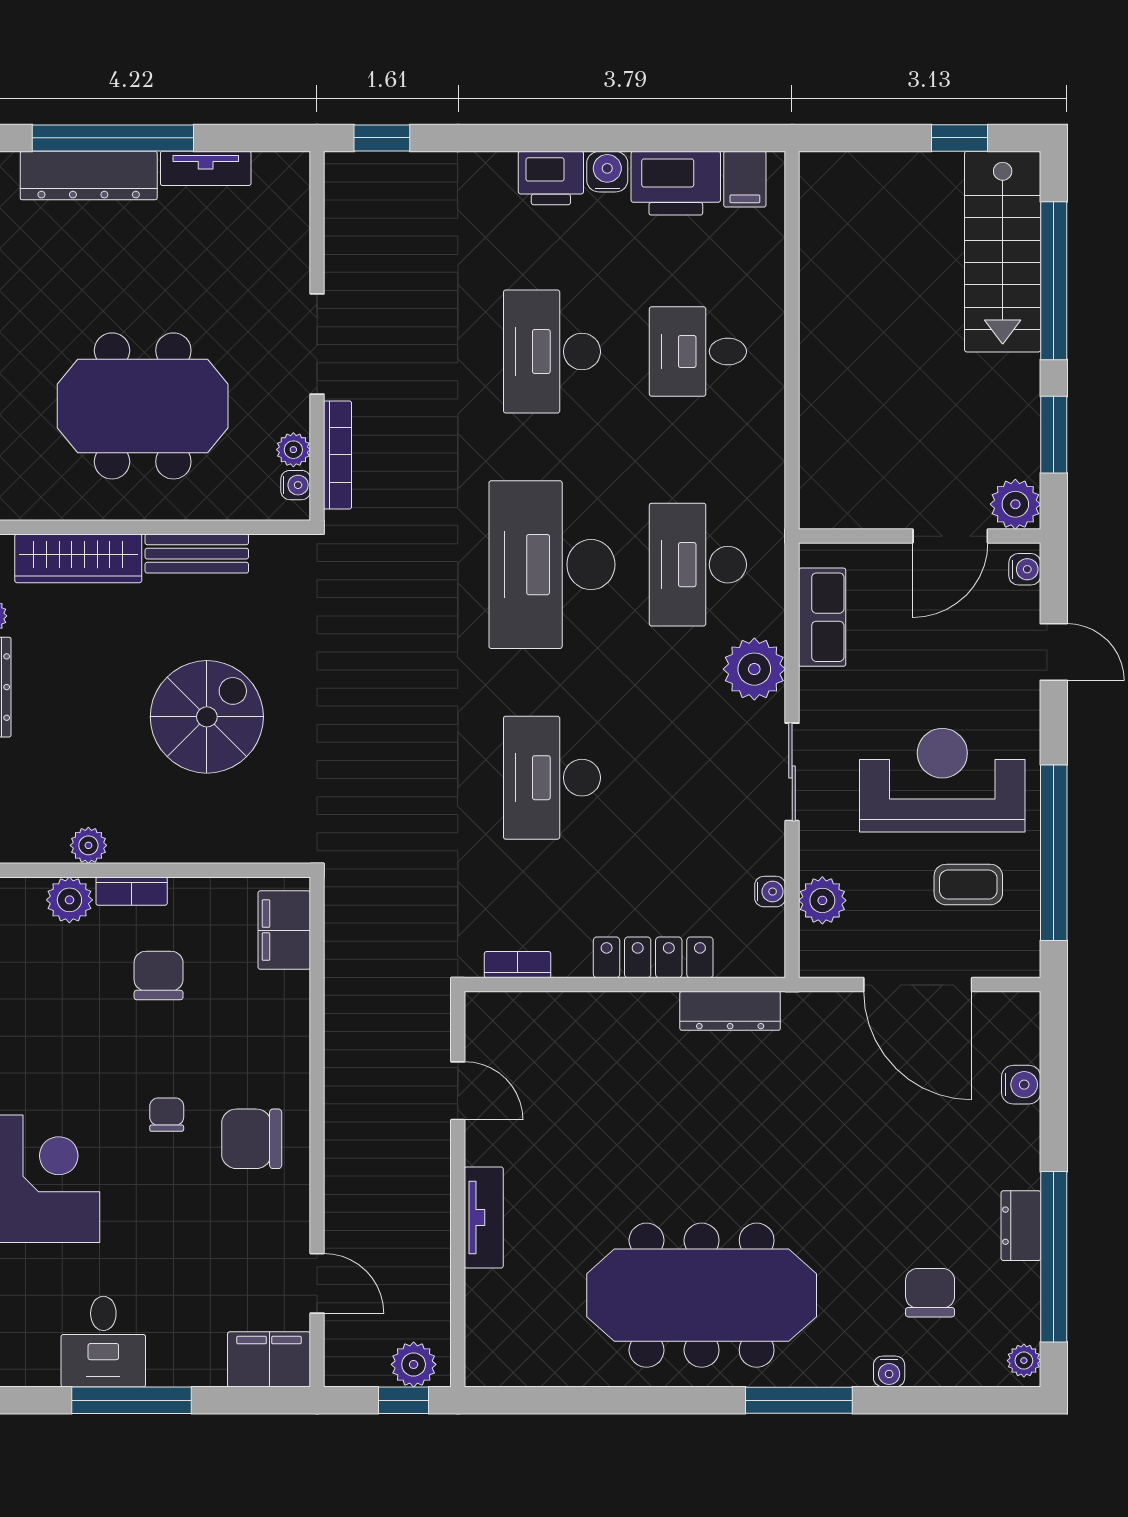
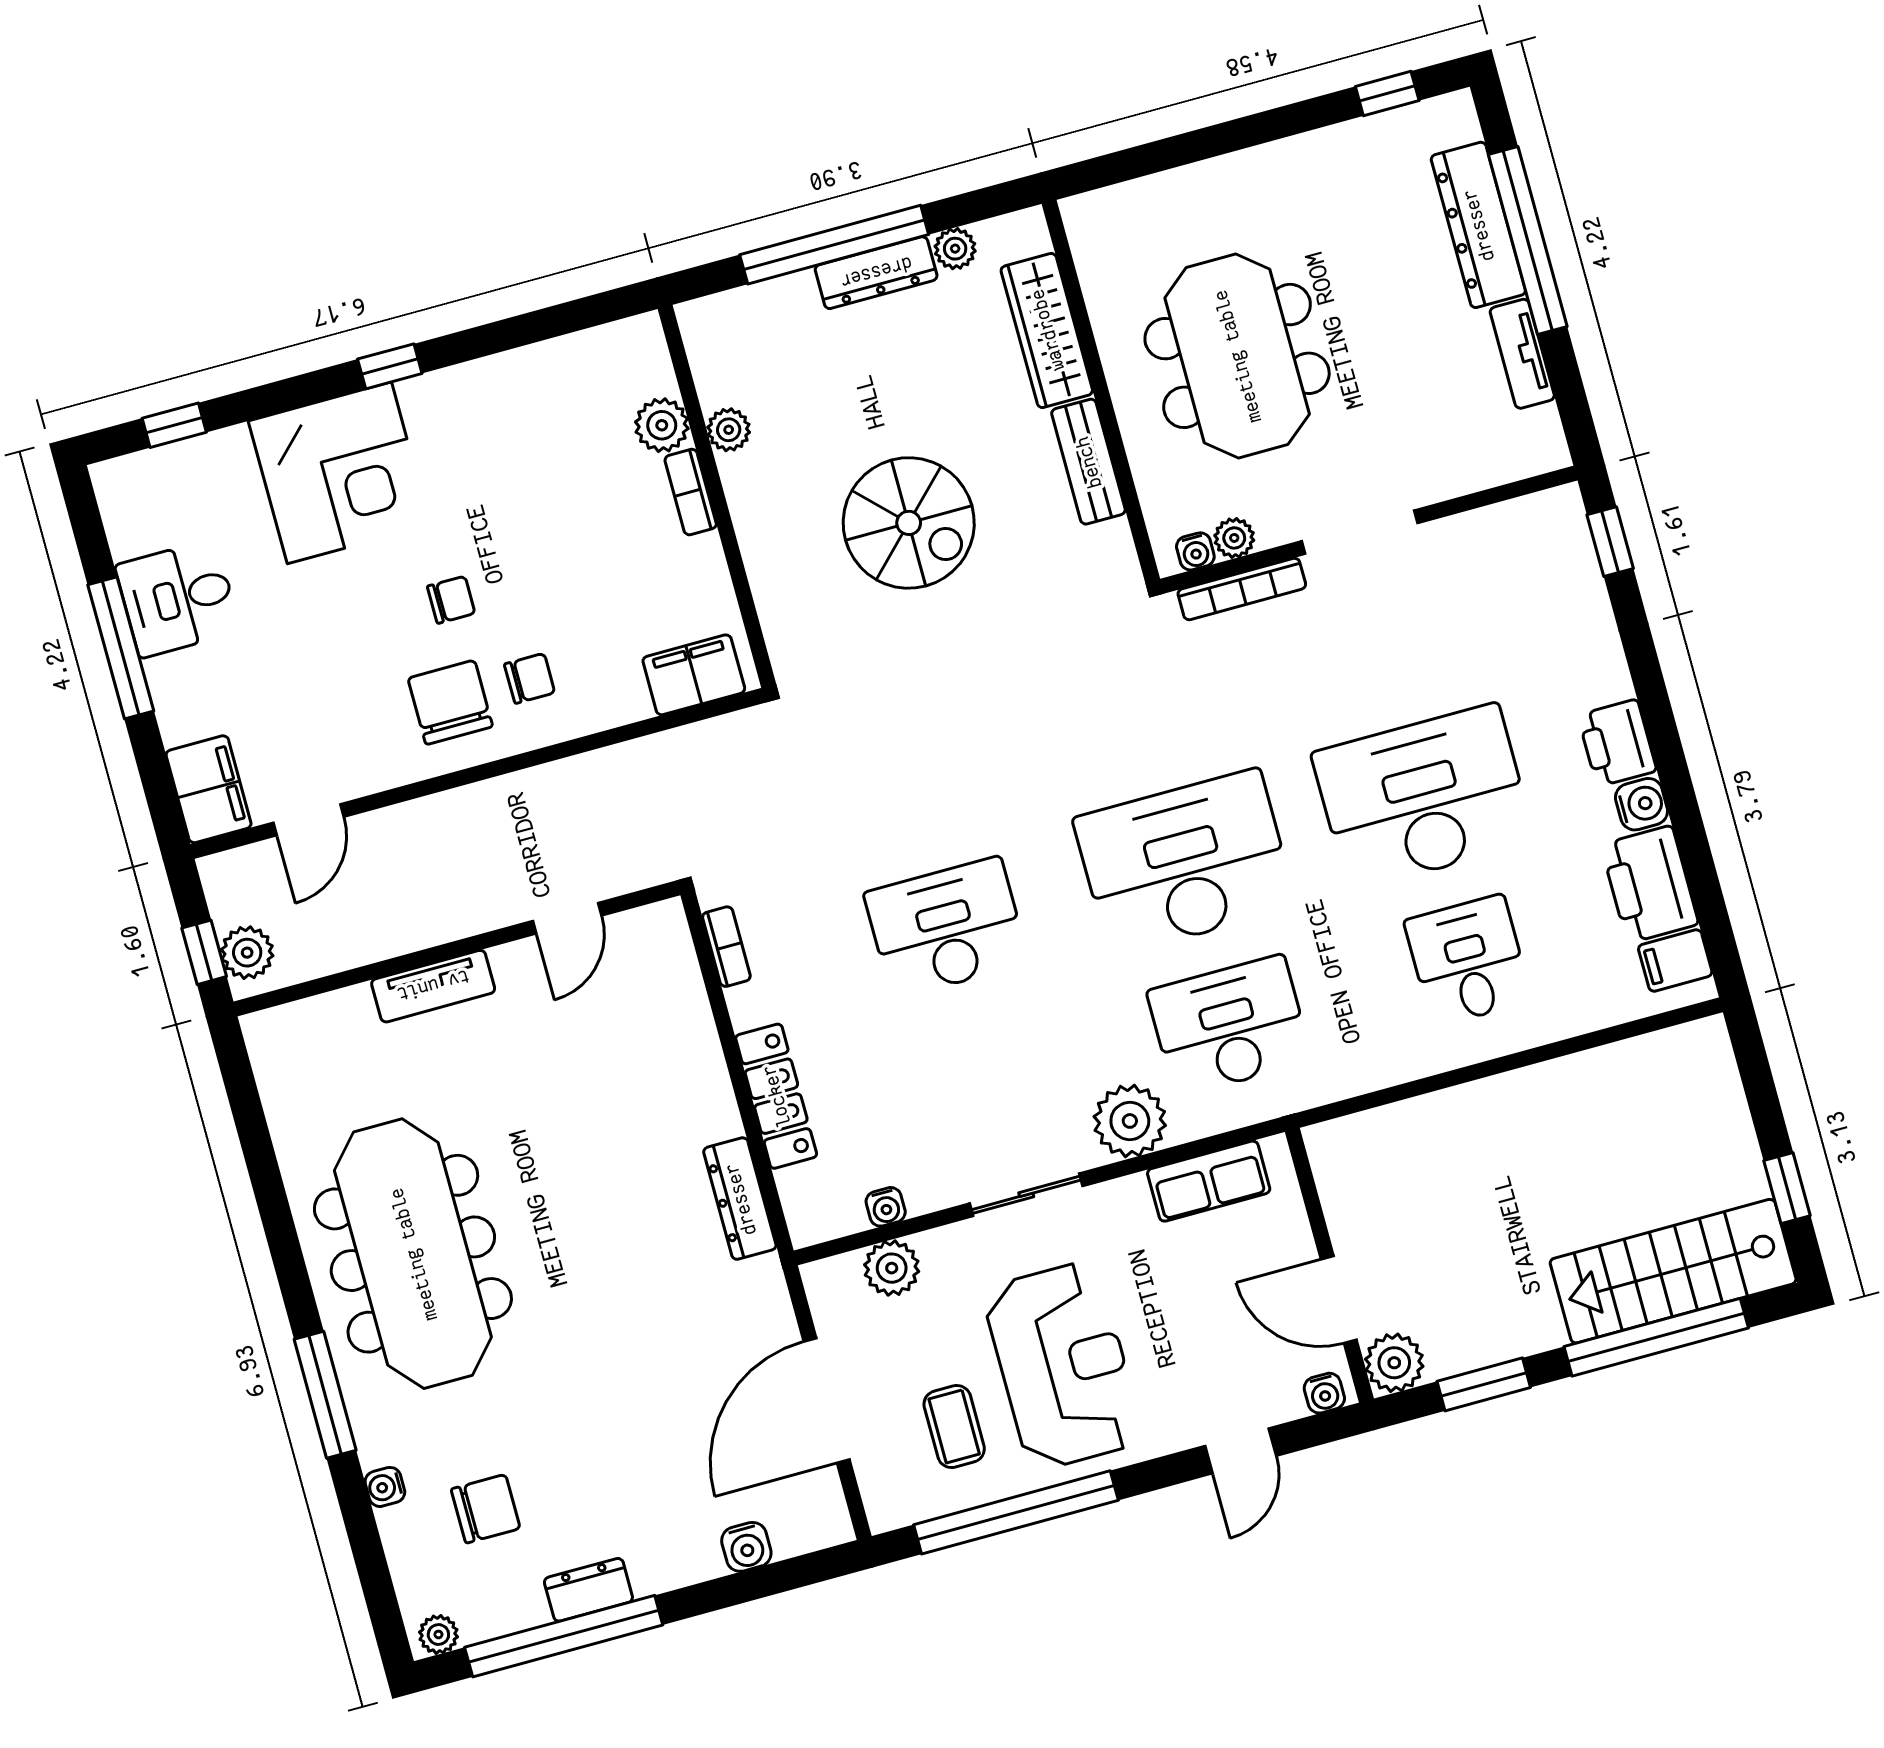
desk: (552, 352) -> (1423, 797), width x1.36, depth x1.30
chair: (159, 975) -> (530, 678), moved, width x0.73, depth x0.73

